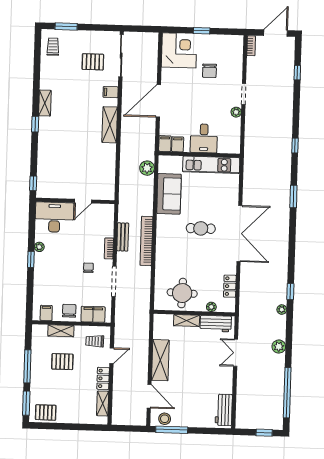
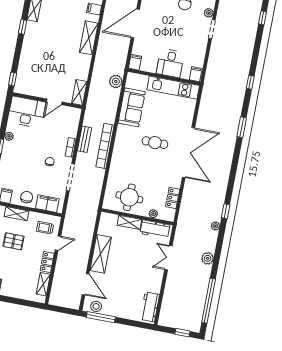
plant: (236, 112) -> (209, 13), moved
filing cabinet: (178, 144) -> (196, 74), moved
shelving: (109, 186) -> (79, 92), added

